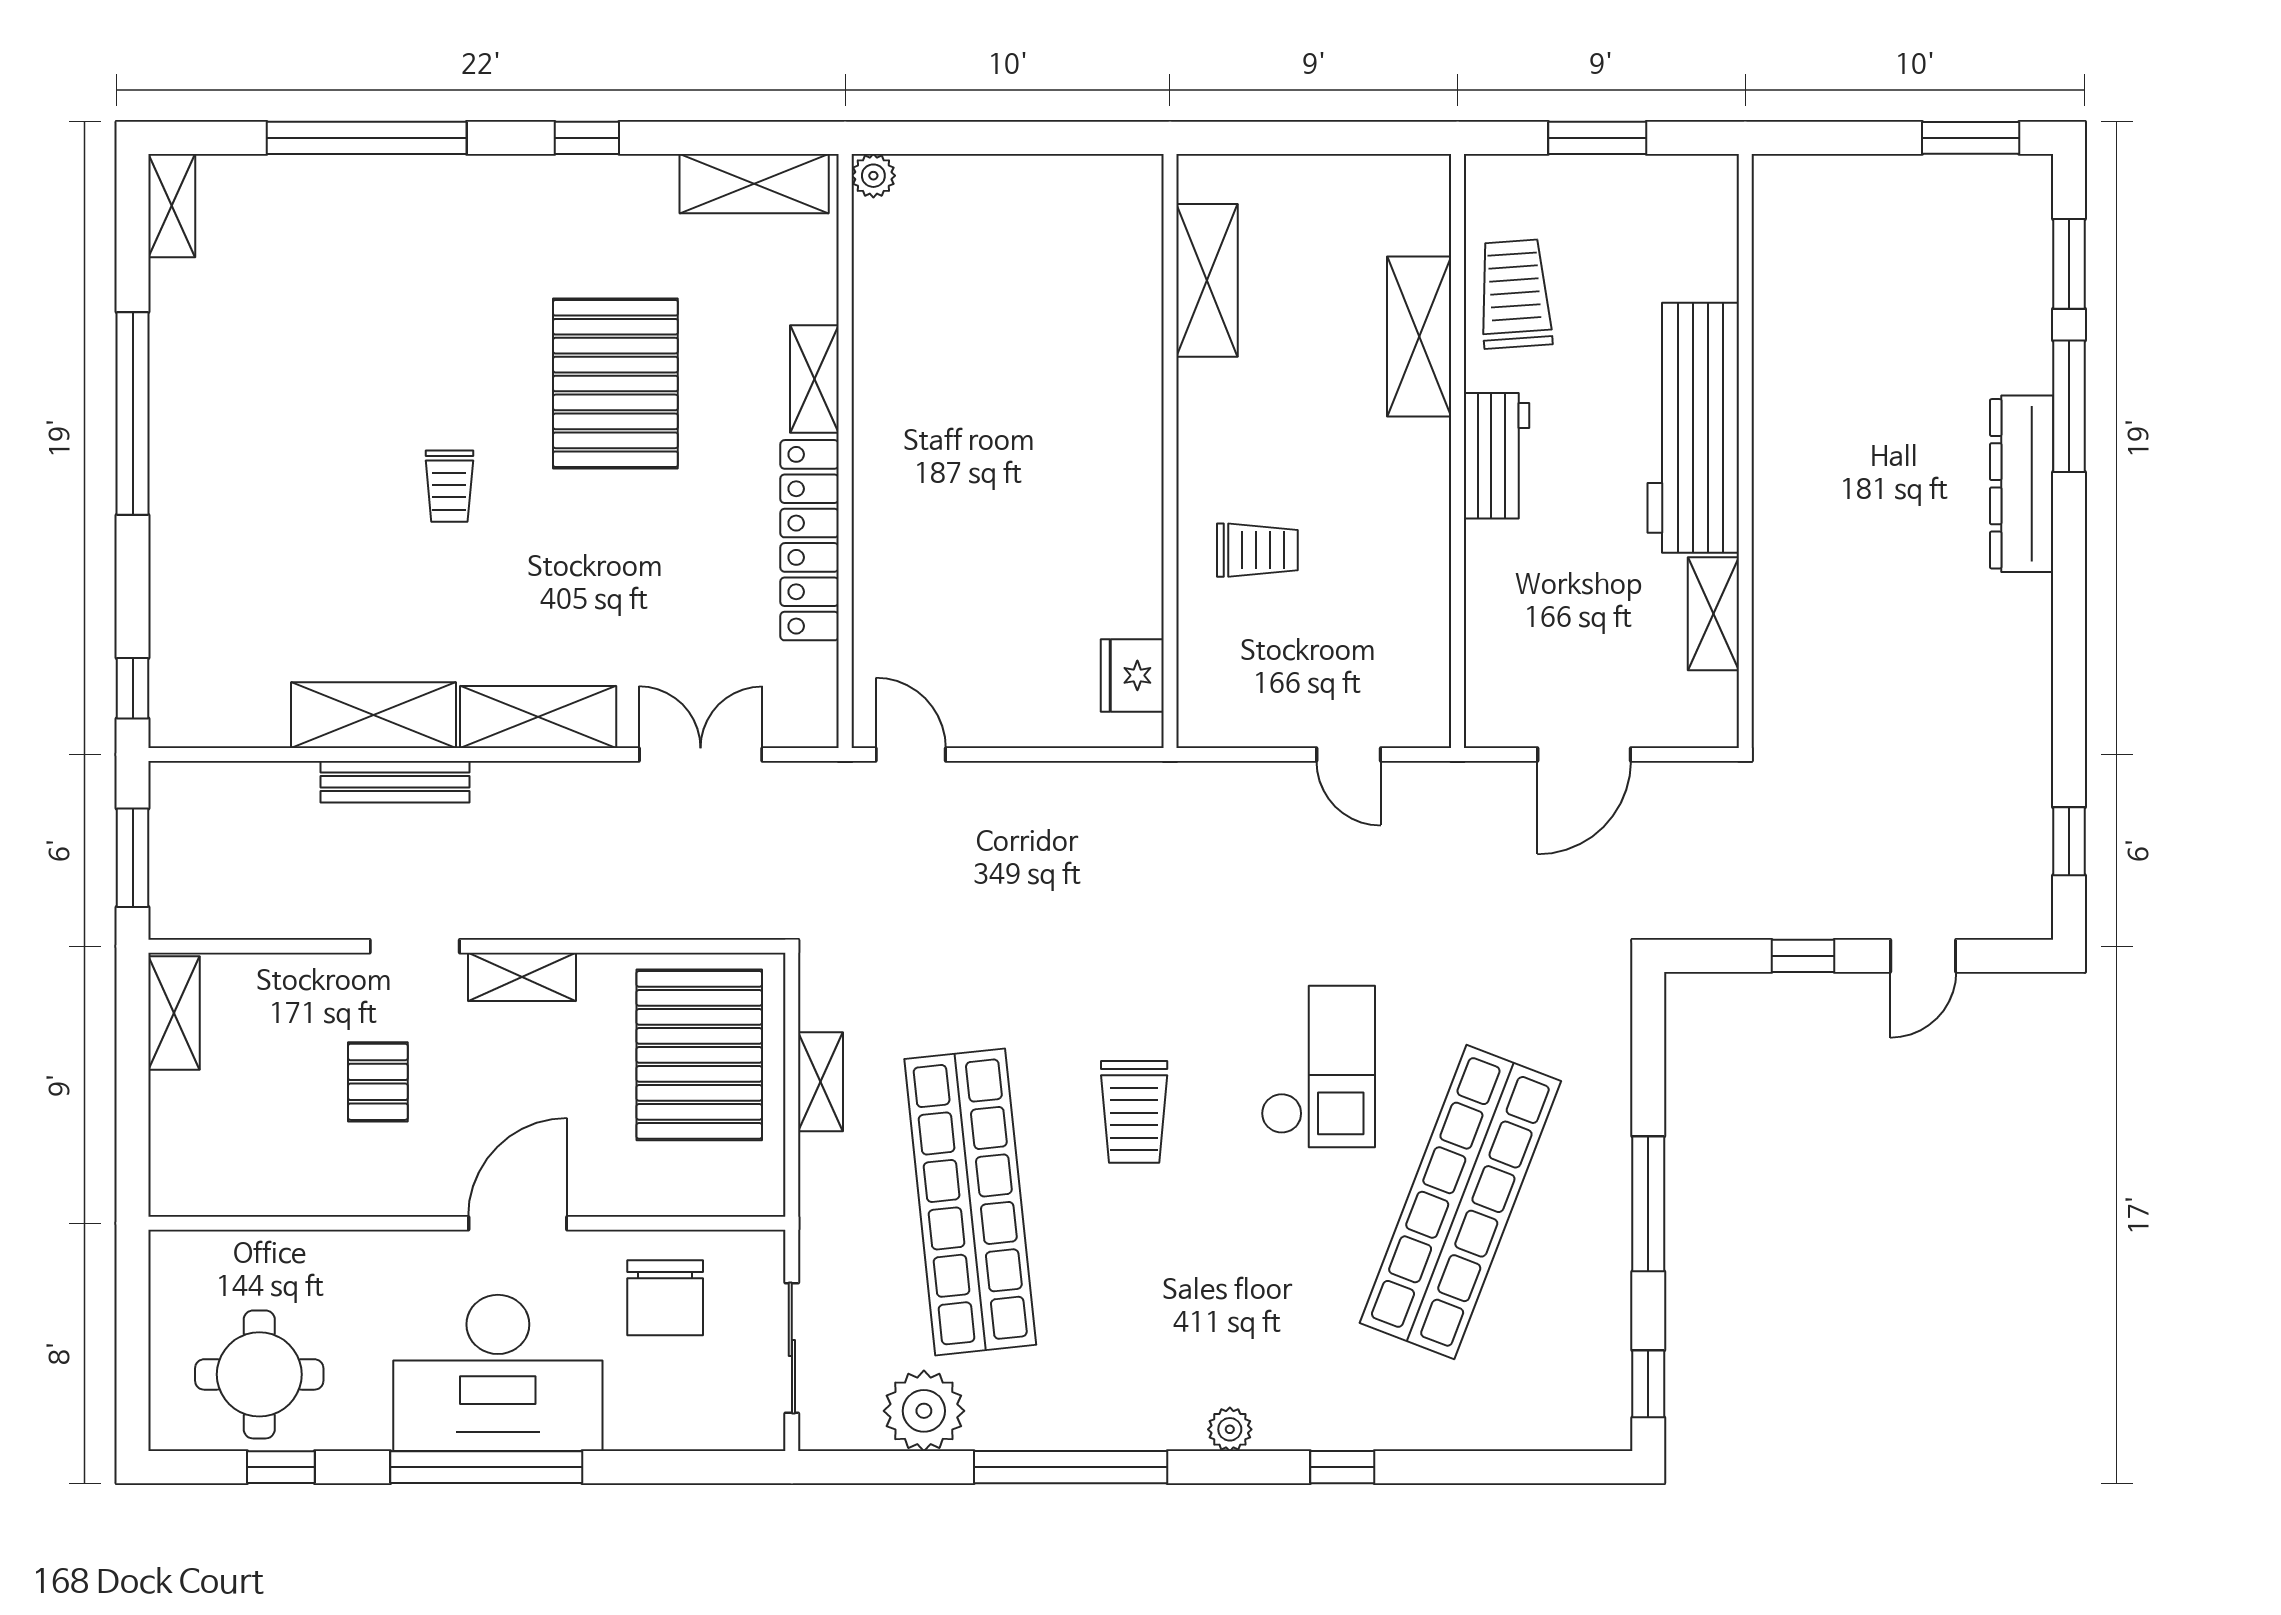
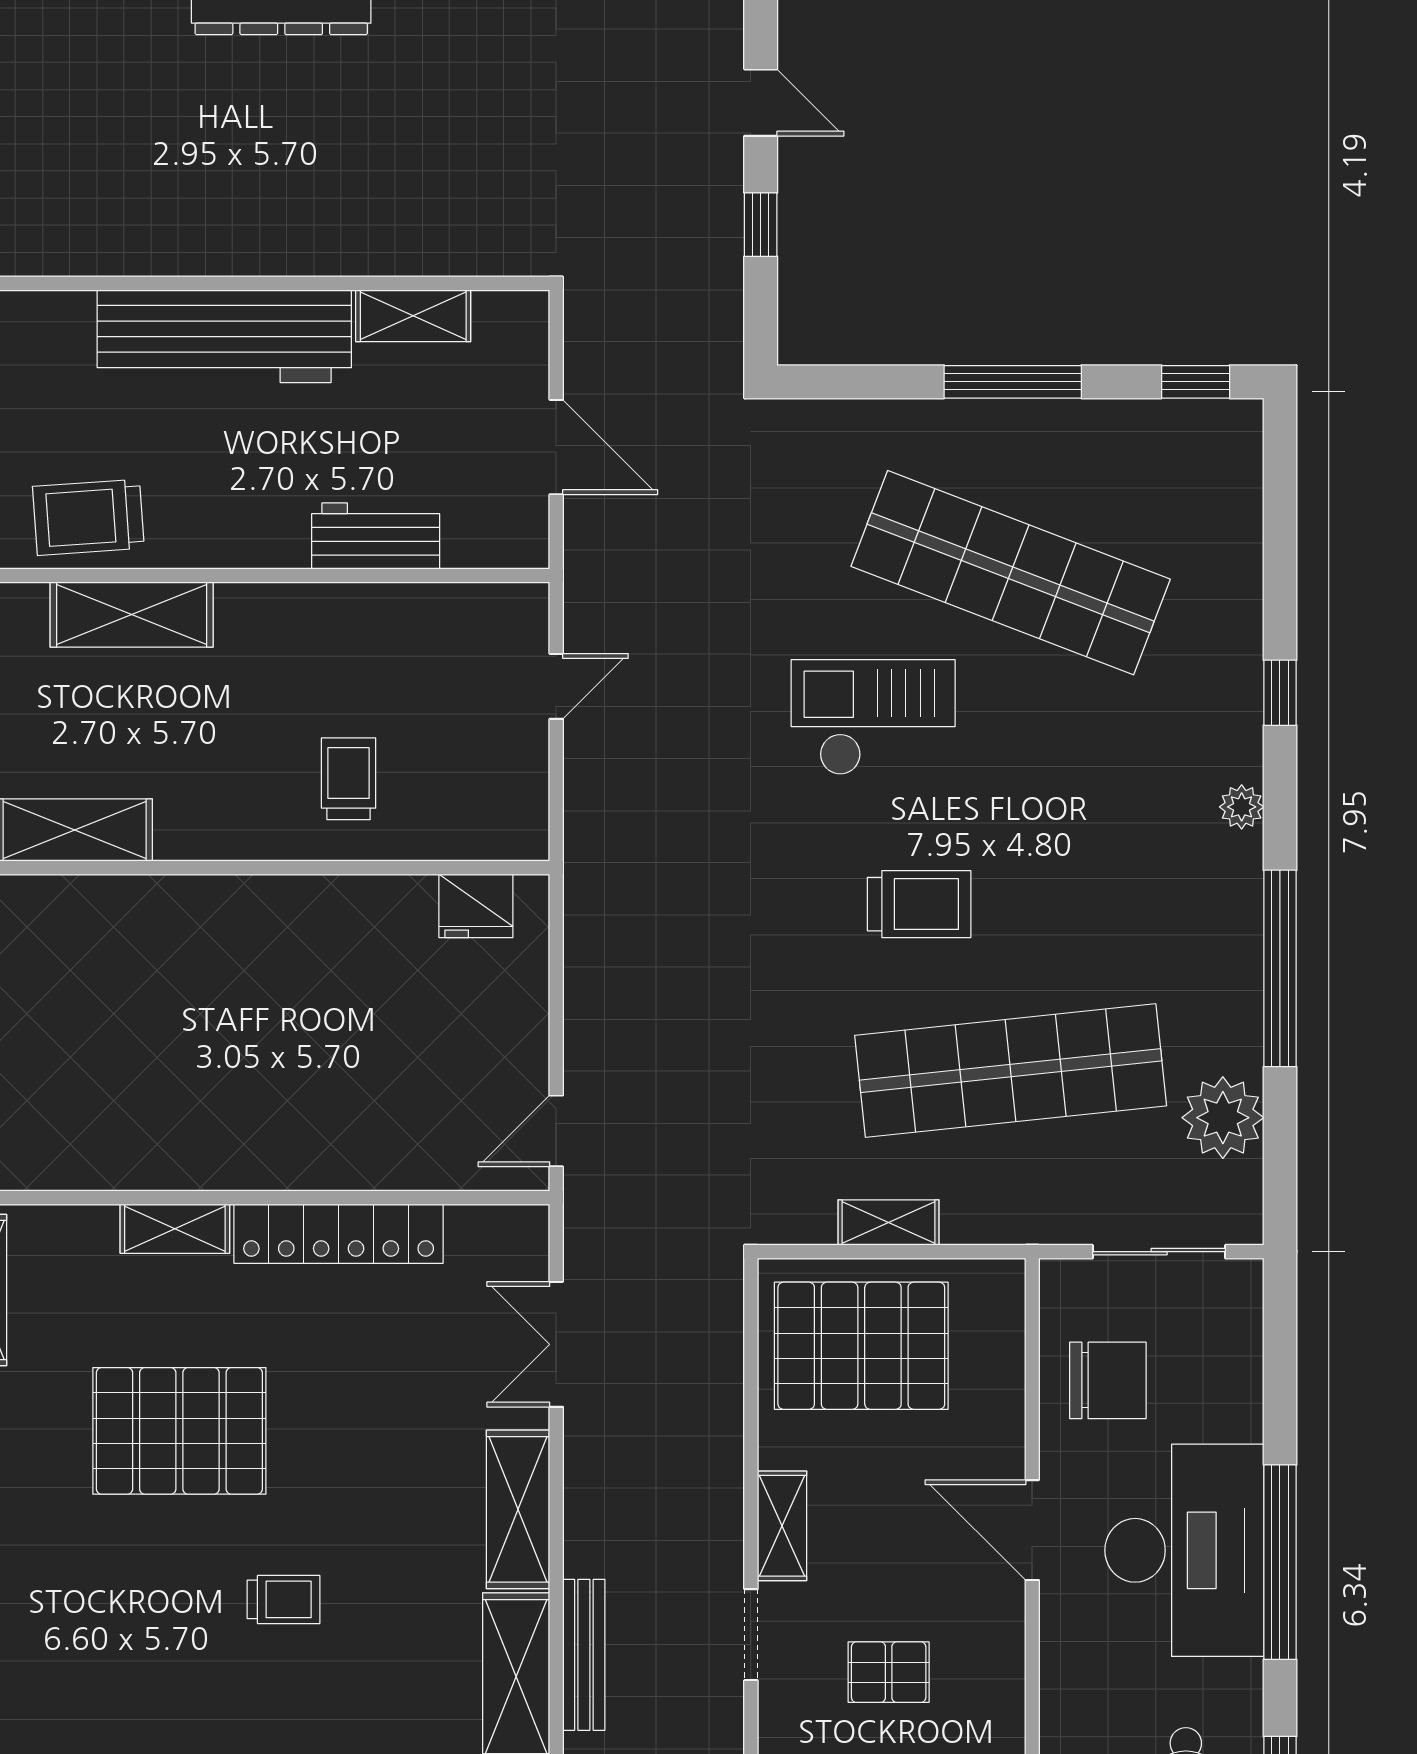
workbench: (1497, 456) -> (376, 536), moved

